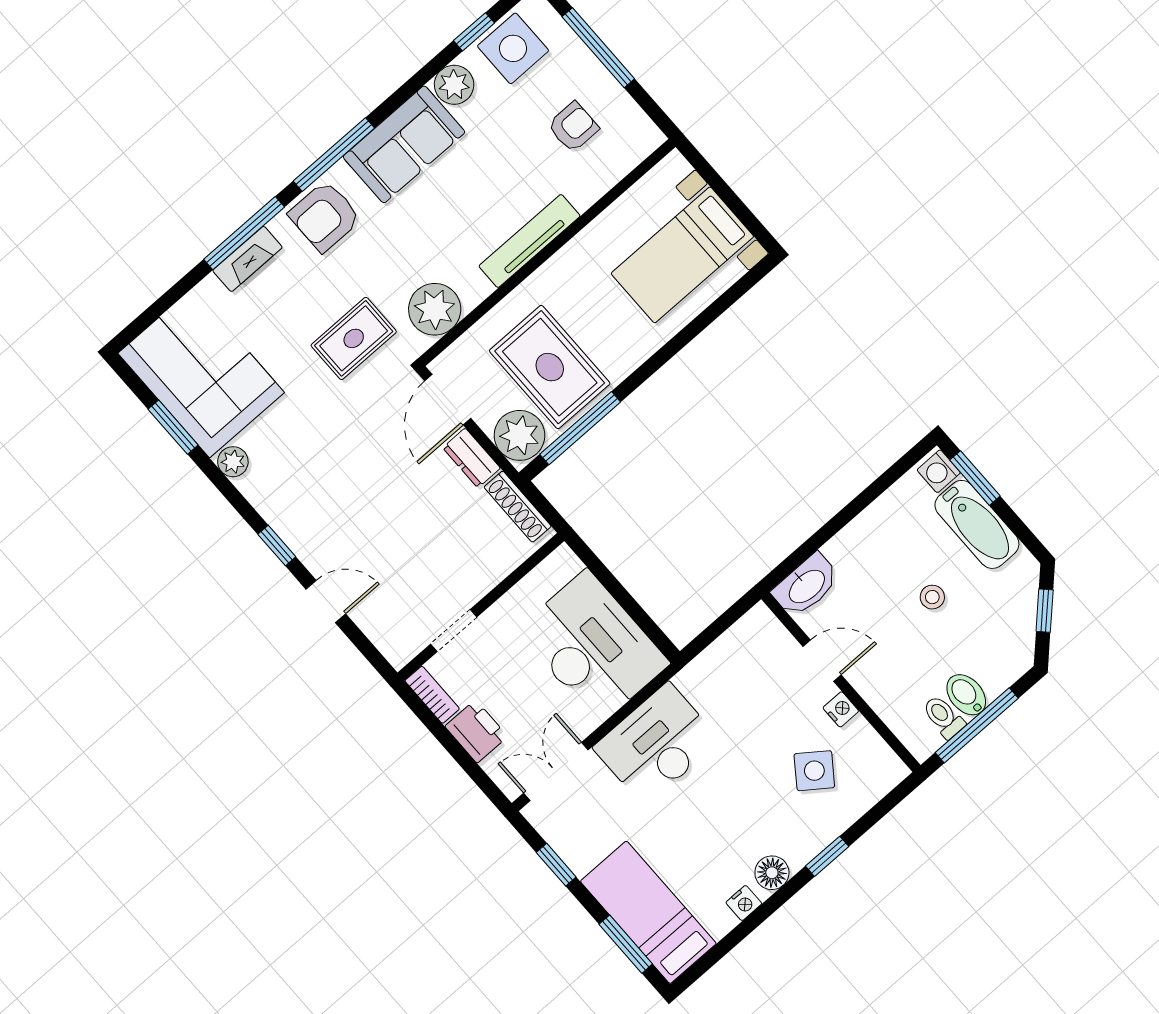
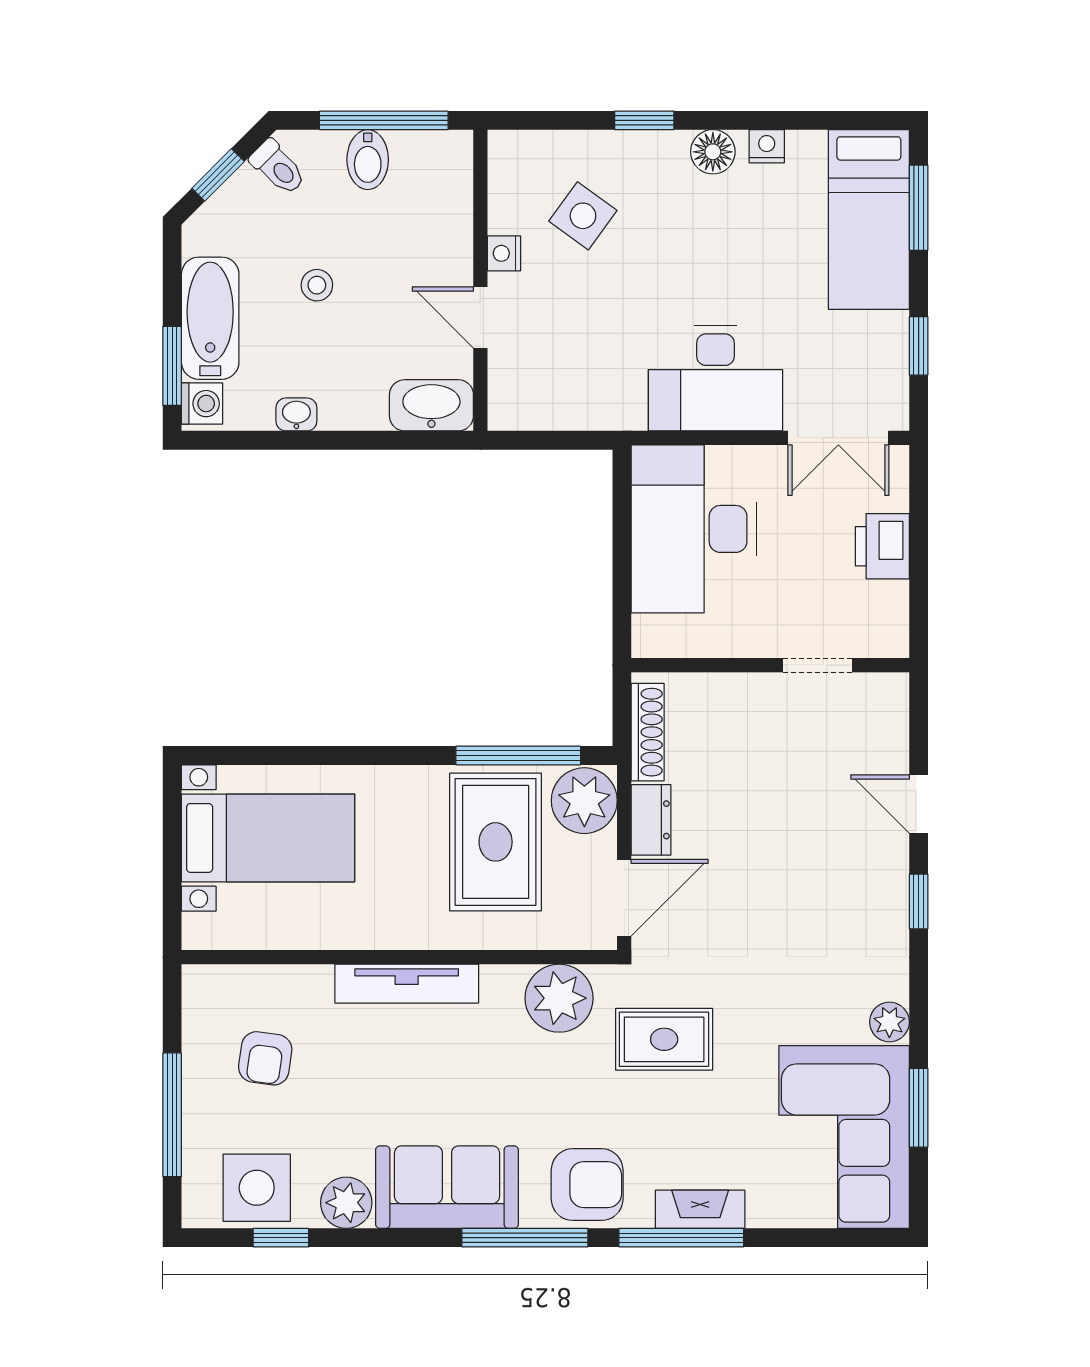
armchair: (573, 127) -> (265, 1058), turned -82
washbasin: (879, 512) -> (296, 414), added
bookcase: (432, 695) -> (894, 620), removed
toilet: (943, 717) -> (278, 167), moved, turned -45

